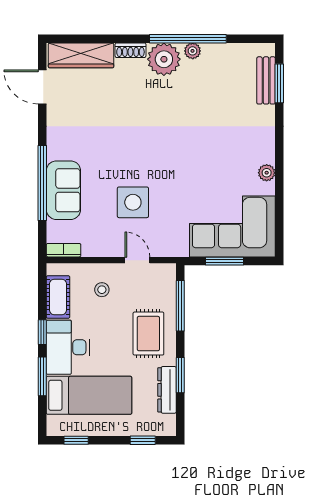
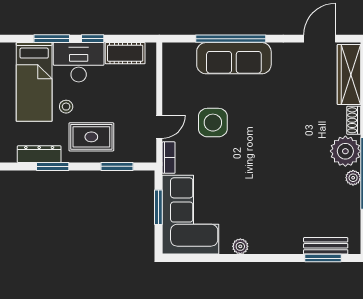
sofa: (63, 190) -> (234, 58), width x1.36
bookcase: (64, 250) -> (169, 158), moved
stool: (102, 290) -> (66, 107), moved
window: (180, 306) -> (117, 166), width x0.69

